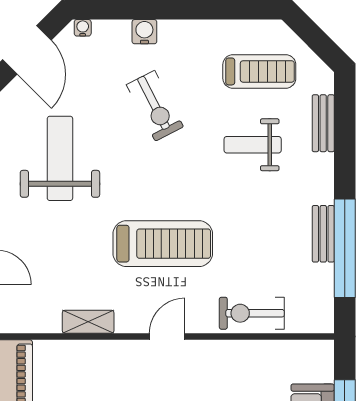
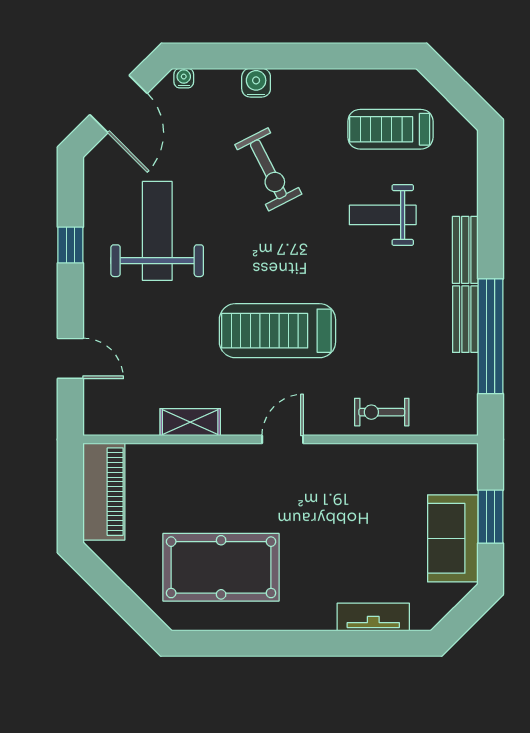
treadmill: (259, 71) -> (390, 129), turned 180
bench: (323, 123) -> (465, 250), moved
treadmill: (163, 244) -> (277, 331), turned 180
exercise bike: (252, 313) -> (382, 412), width x0.73, depth x0.72

